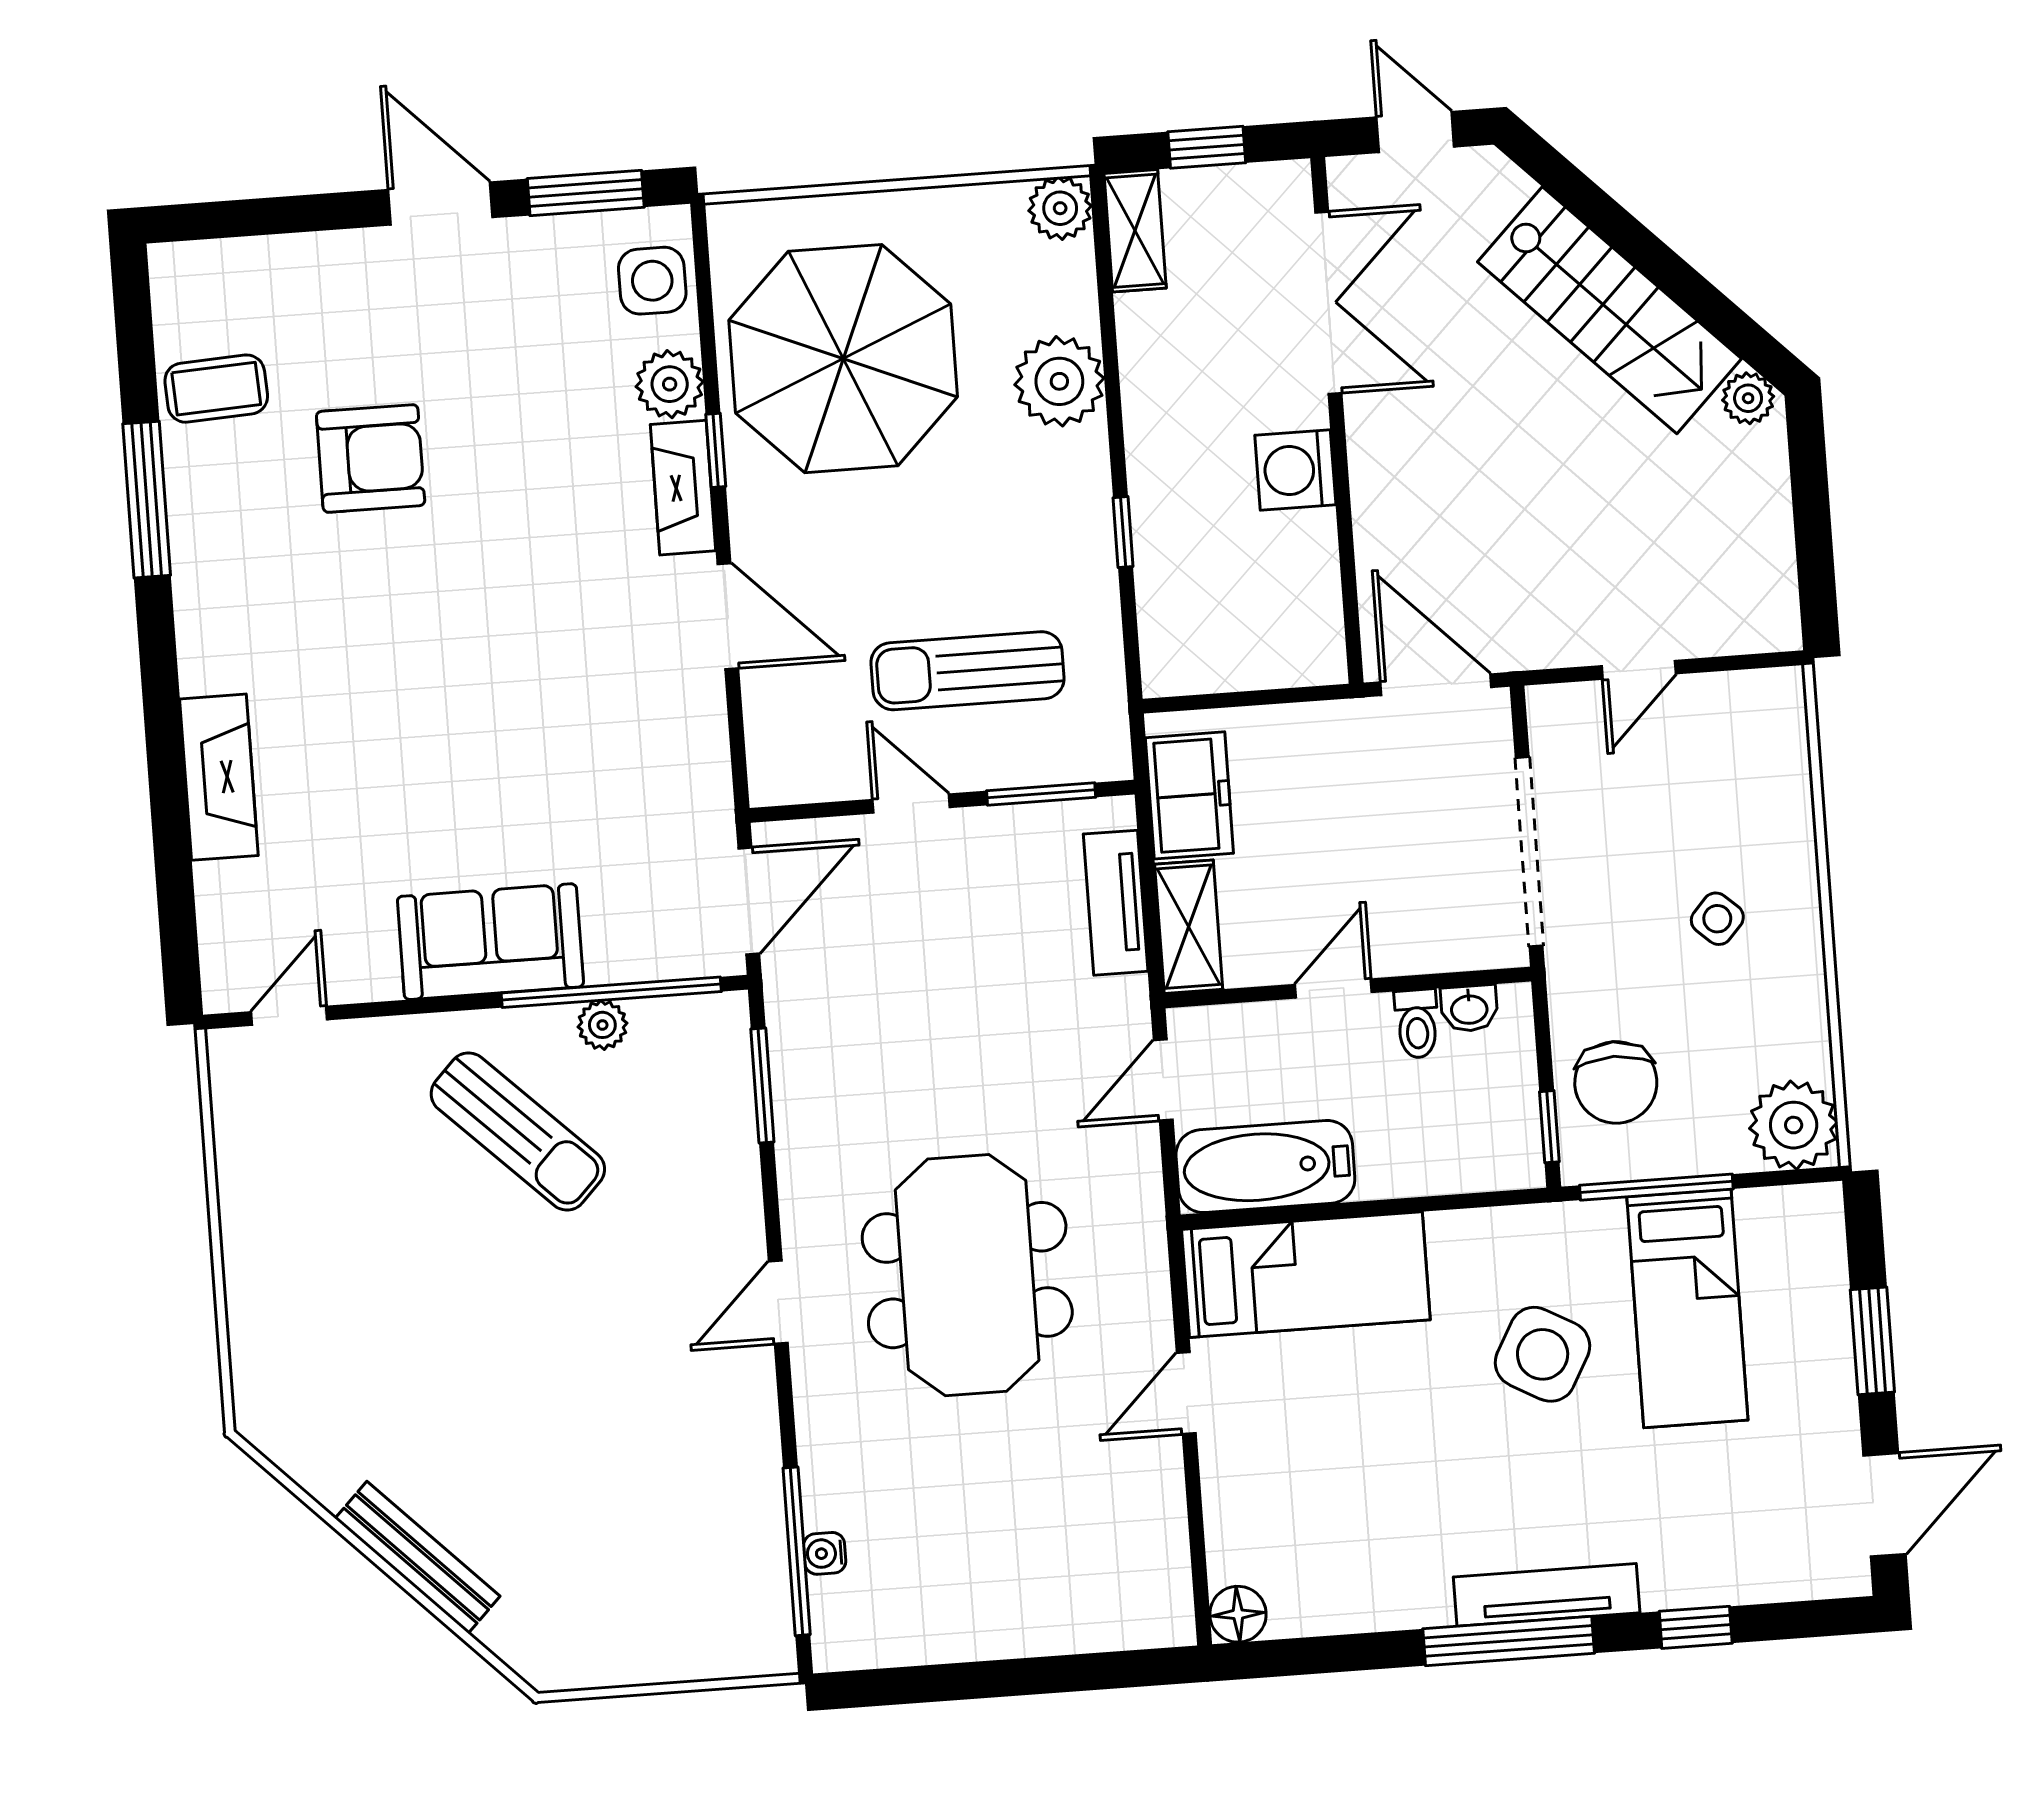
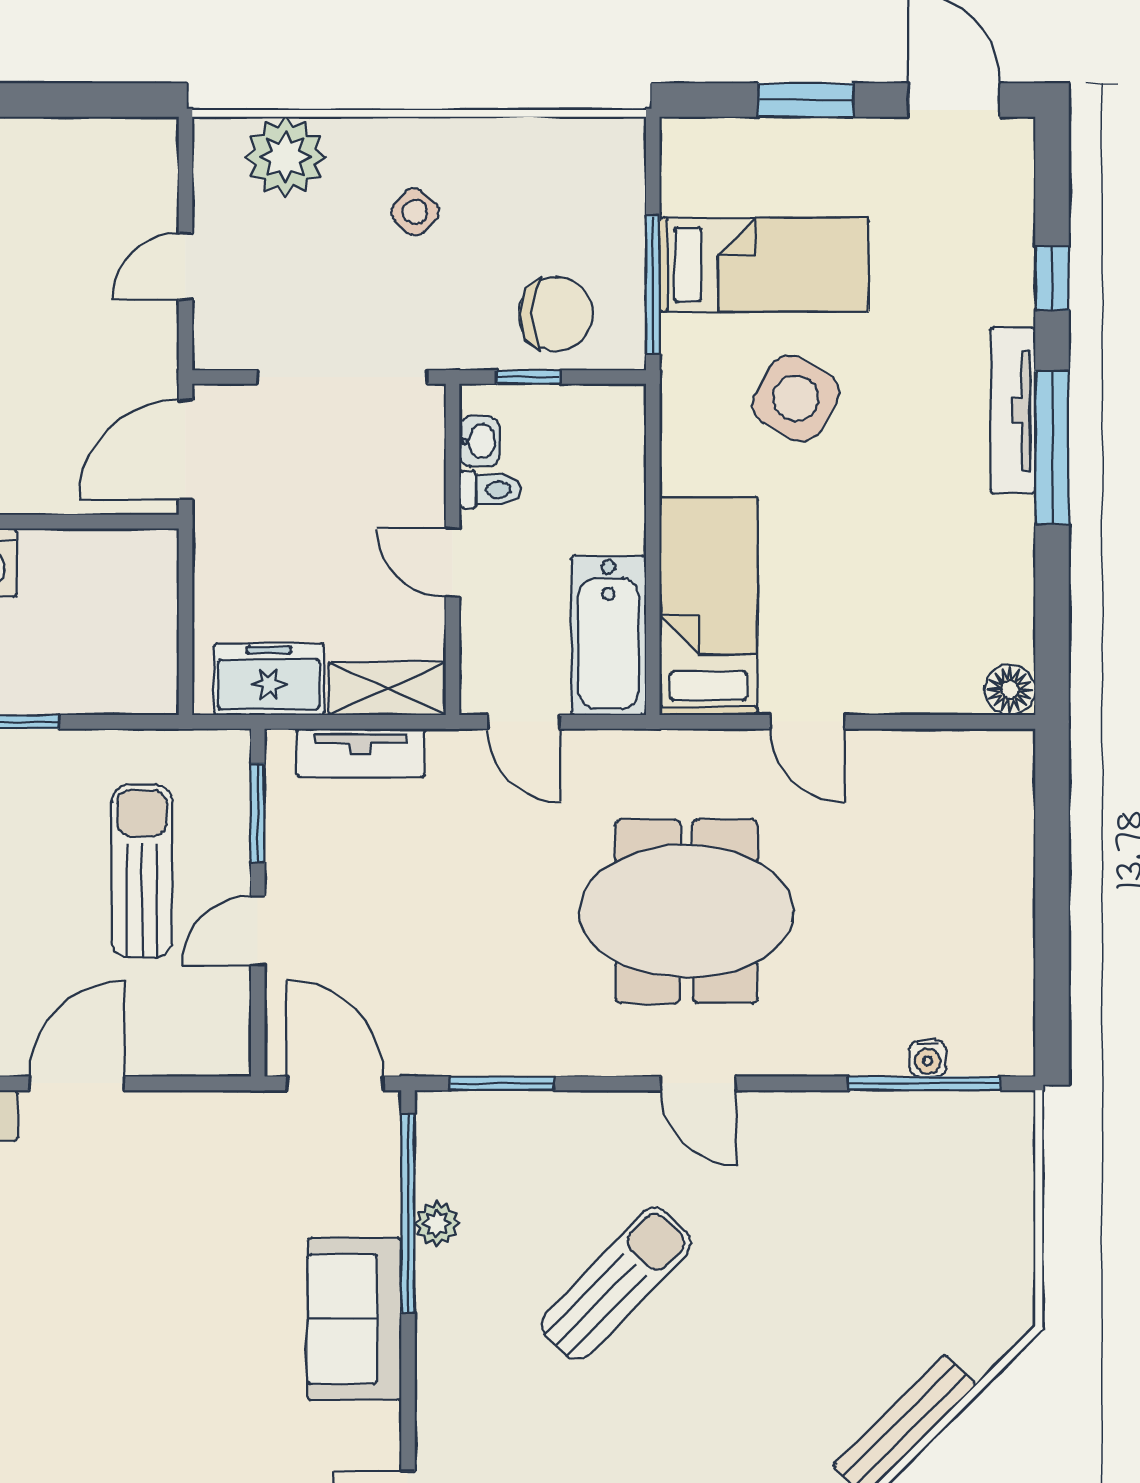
door: (1639, 670) -> (185, 266), swing flipped
sun lounger: (967, 671) -> (142, 871), turned 180
plant: (1794, 1125) -> (285, 157), moved
window: (1549, 1127) -> (528, 377), moved
sun lounger: (518, 1132) -> (616, 1284), moved

